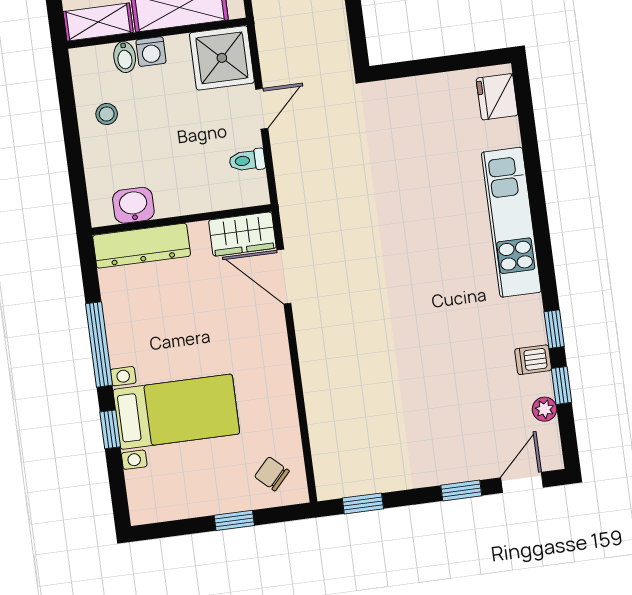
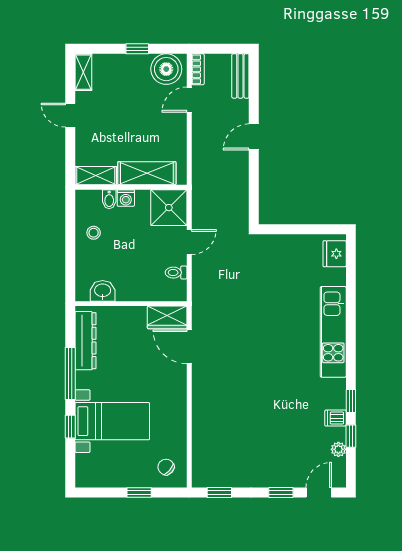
dresser: (142, 246) -> (86, 341), moved, turned -90

